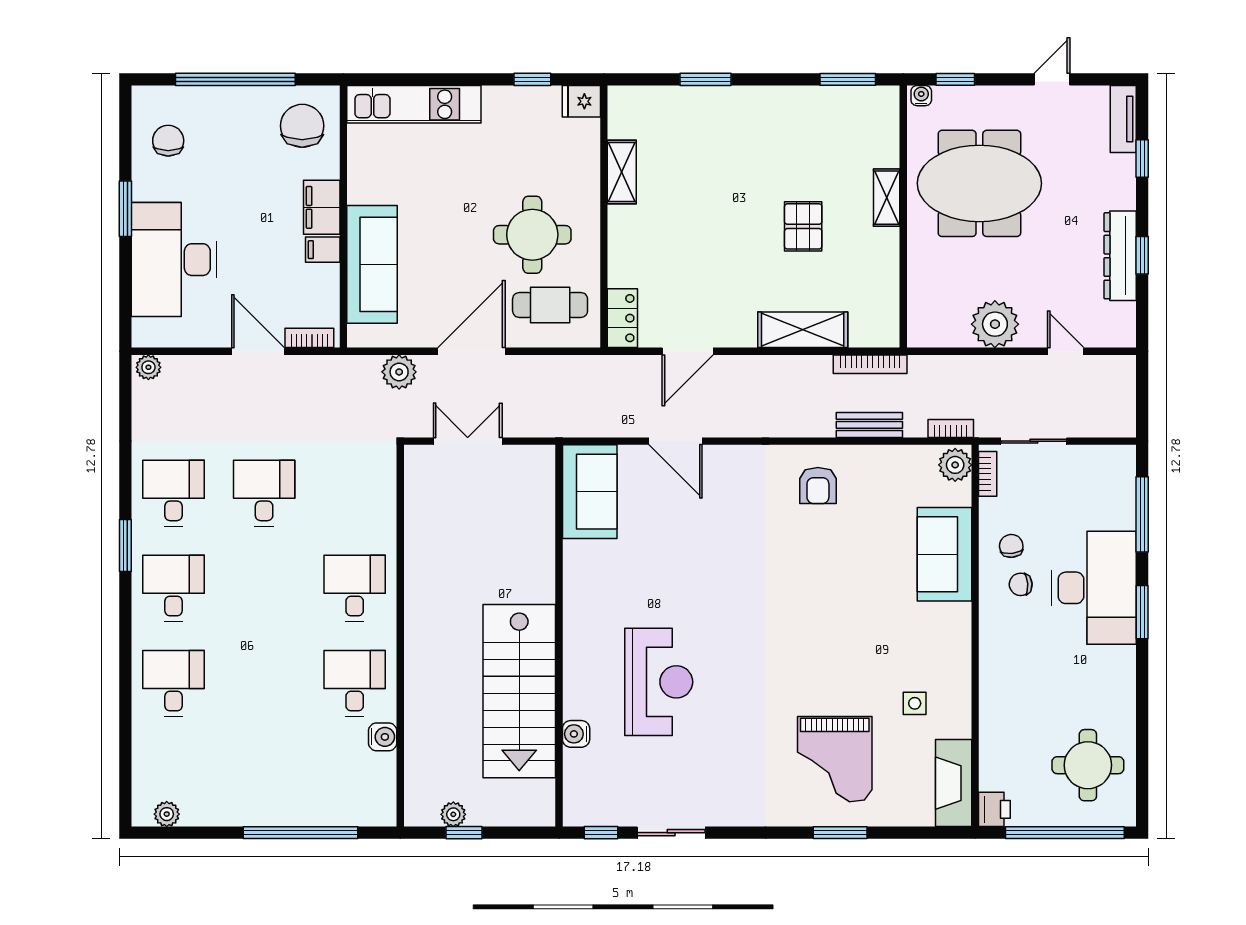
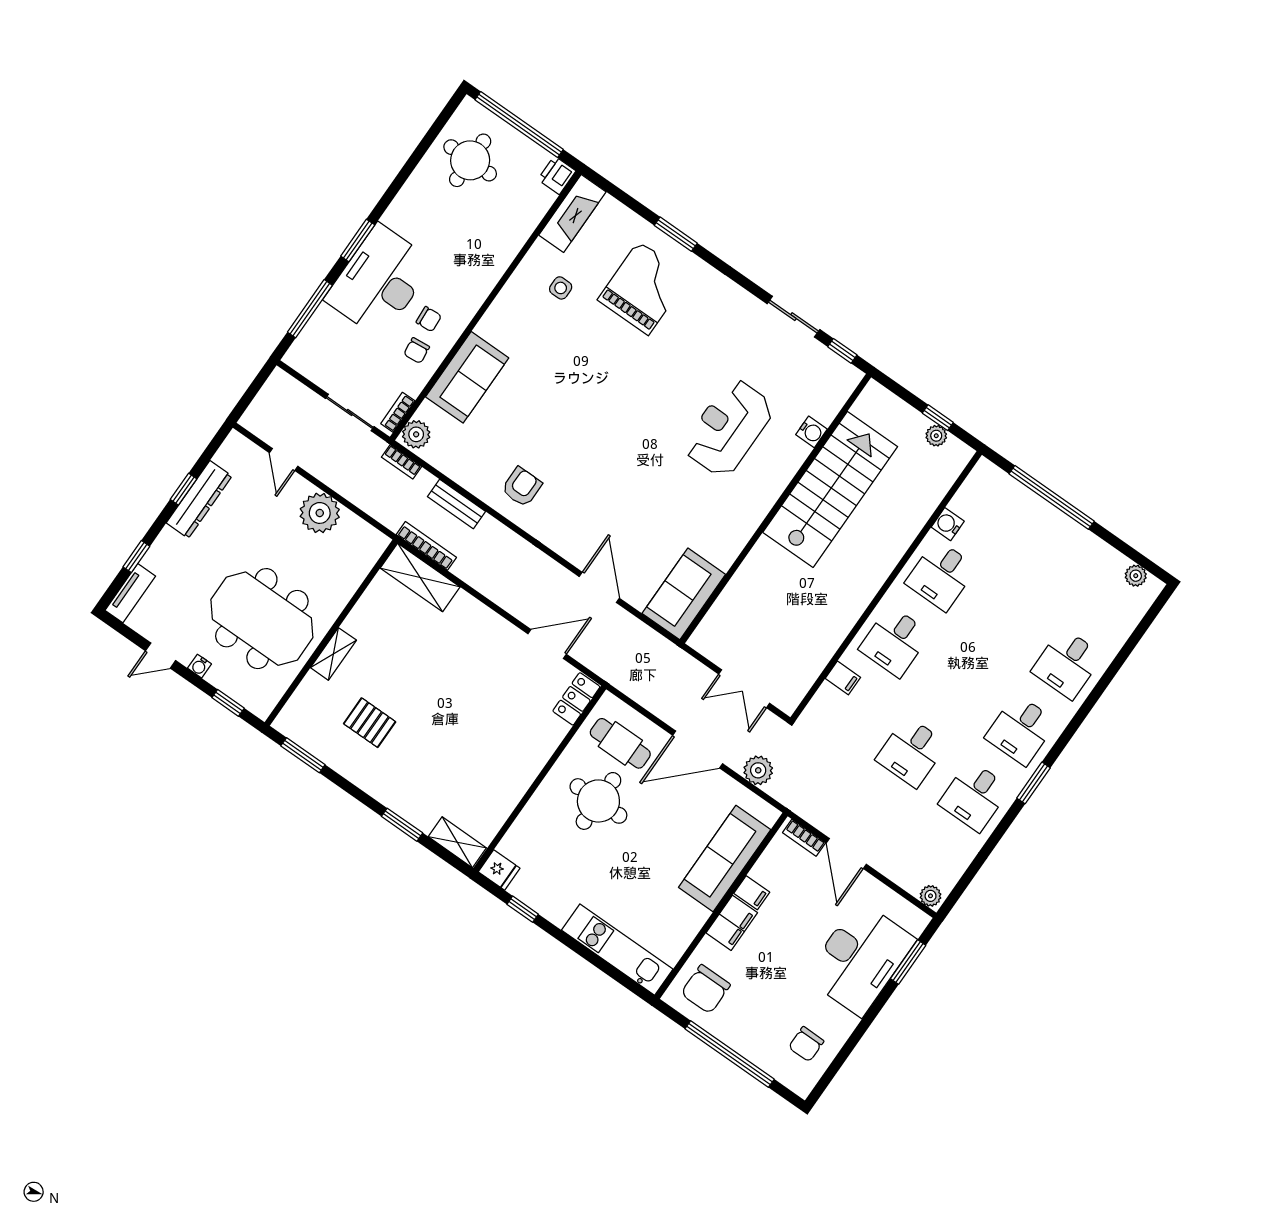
water cooler: (921, 96) -> (200, 666), moved
shelving: (622, 172) -> (457, 842), moved, turned 90
window: (125, 209) -> (908, 962), moved
pallet: (803, 226) -> (370, 723), moved, turned 90
shelving: (803, 330) -> (420, 577), moved
filing cabinet: (380, 518) -> (843, 678), added

